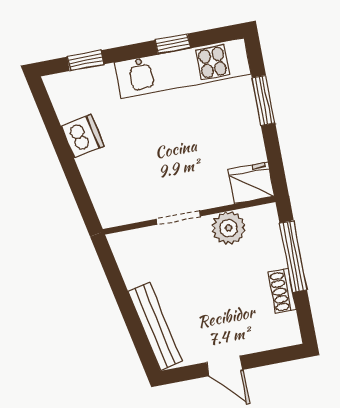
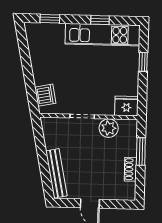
window: (263, 100) -> (143, 62), width x0.67
dishwasher: (83, 136) -> (45, 95), moved
window: (293, 256) -> (141, 152), width x0.69

